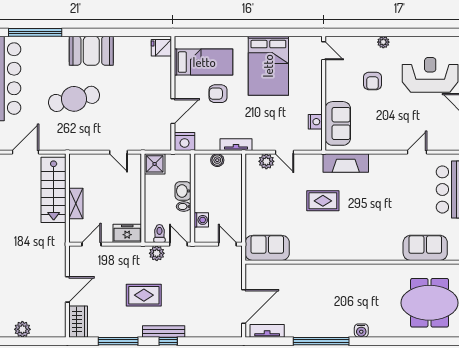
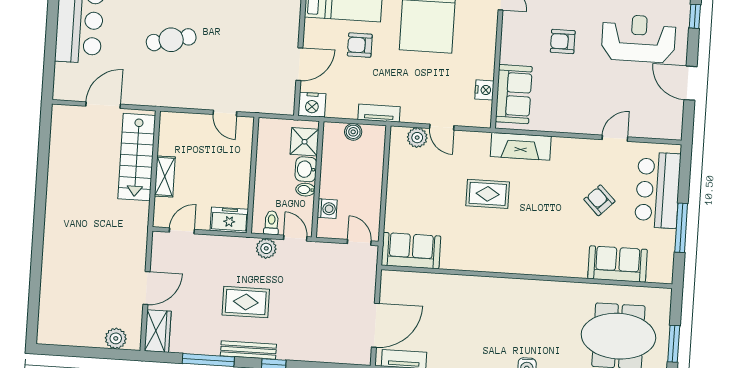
armchair: (373, 81) -> (563, 41), turned 90
cafe table: (74, 99) -> (171, 40), width x0.73, depth x0.74
shower: (155, 164) -> (305, 142), moved
armchair: (408, 200) -> (599, 200), added
plant: (22, 329) -> (116, 338), moved
bench: (164, 332) -> (248, 350), moved

